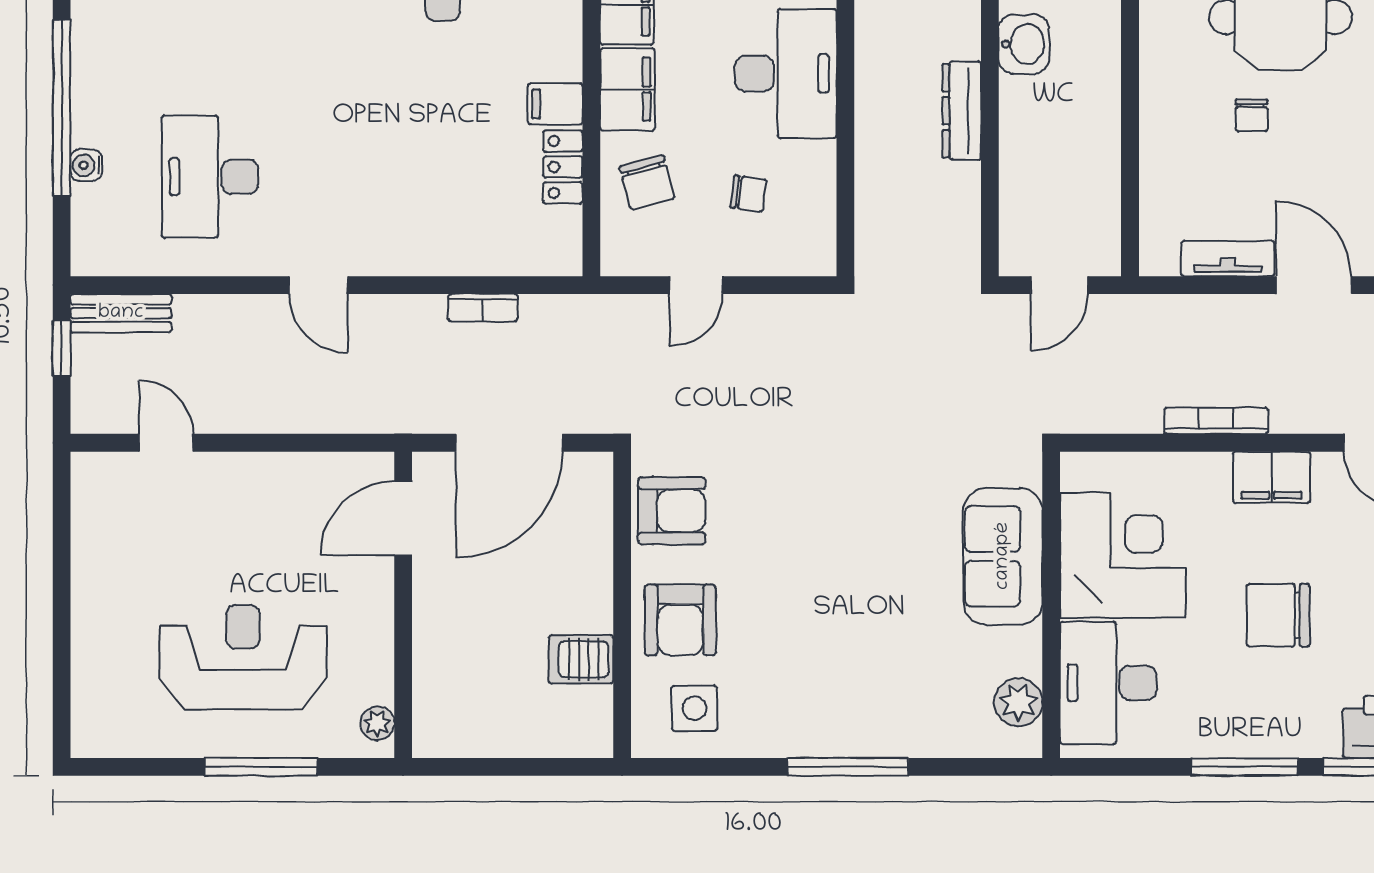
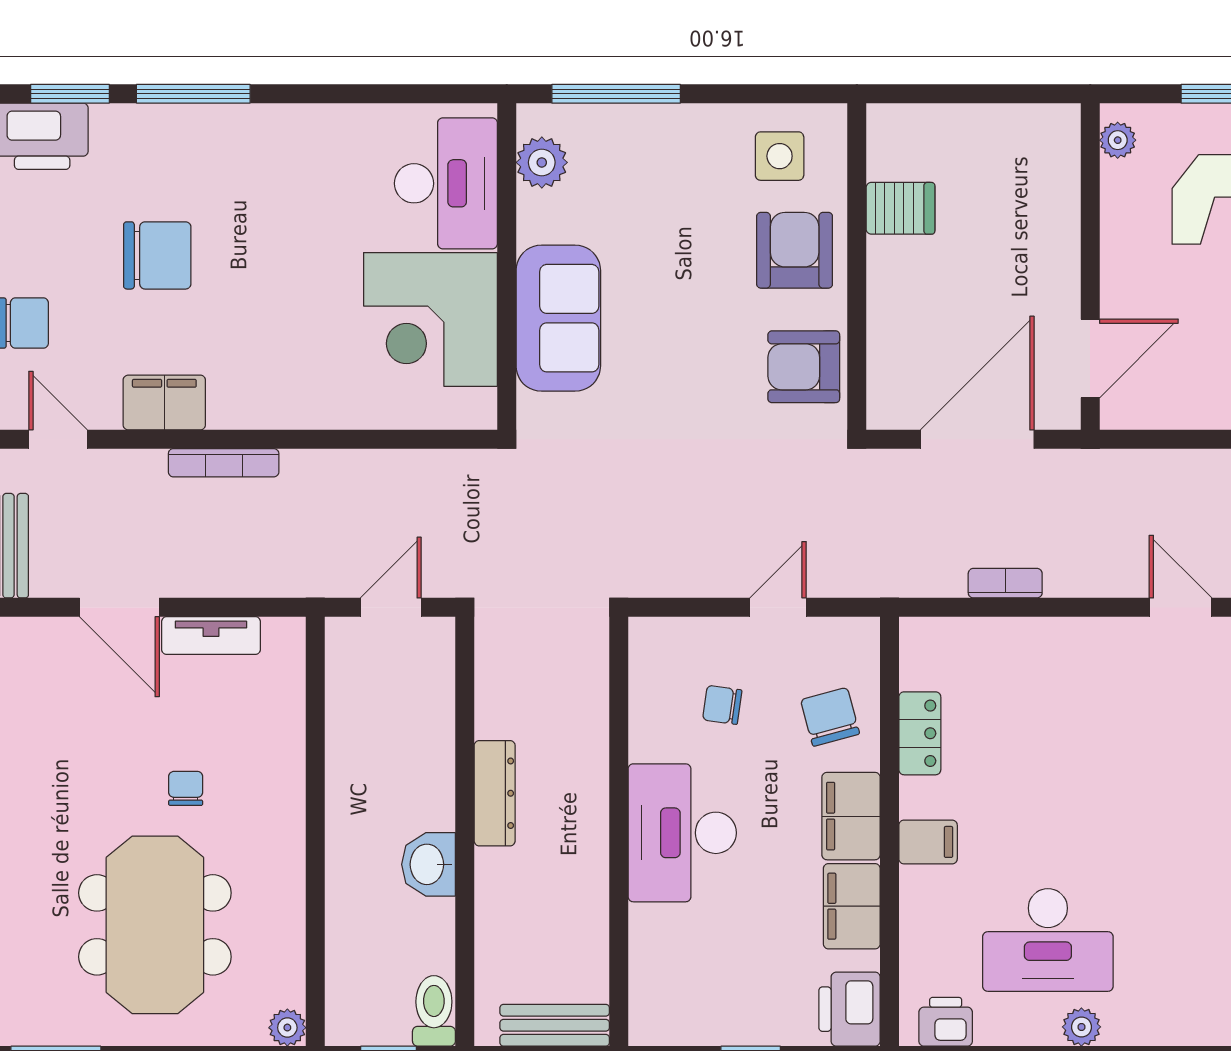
filing cabinet: (555, 104) -> (928, 842), moved
corner desk: (1123, 555) -> (430, 319), moved
sofa: (1003, 556) -> (558, 318), moved
wall: (1051, 605) -> (507, 267), moved
desk: (1108, 683) -> (446, 183), moved
plant: (1018, 702) -> (542, 162), moved

